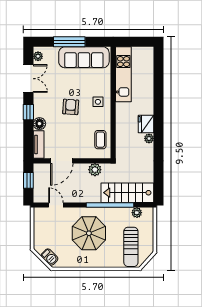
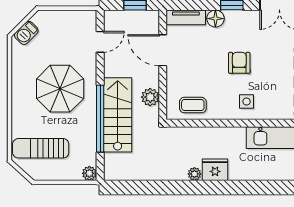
armchair: (71, 107) -> (239, 63), turned -94
stairs: (127, 193) -> (118, 115), moved
plant: (137, 213) -> (89, 173), moved

